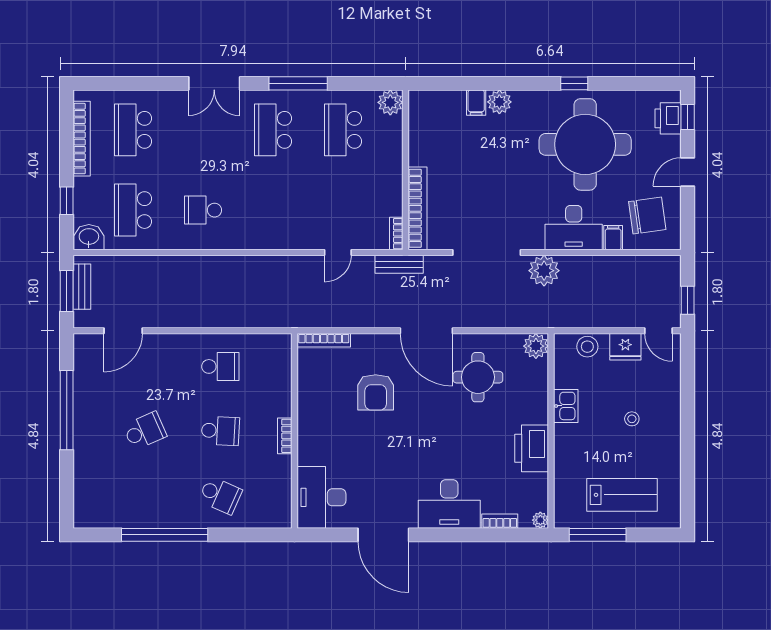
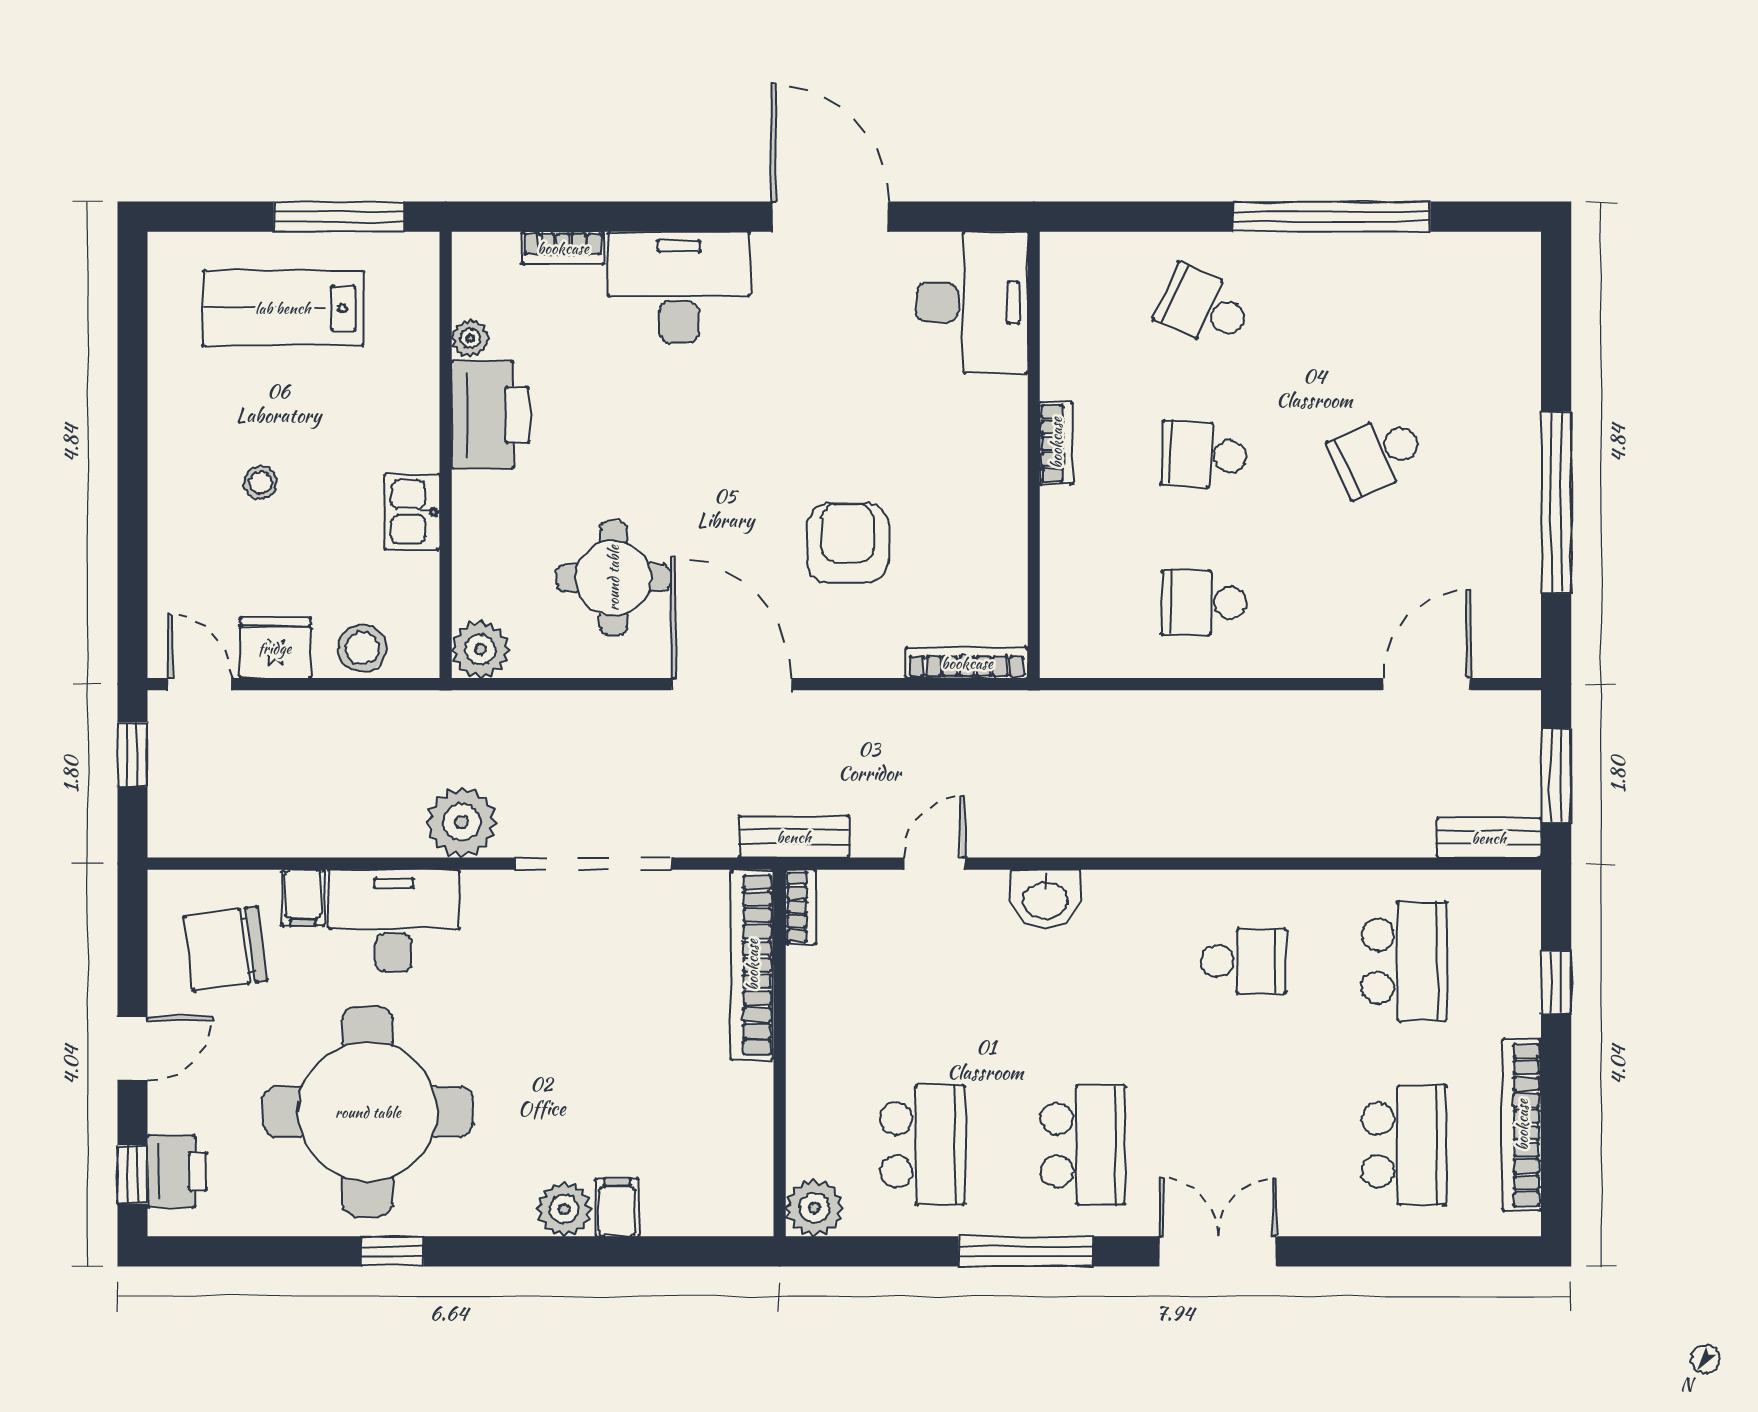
washbasin: (89, 237) -> (1045, 899), moved
bench: (82, 287) -> (1489, 838), moved, turned 90
plant: (540, 520) -> (470, 338), moved

